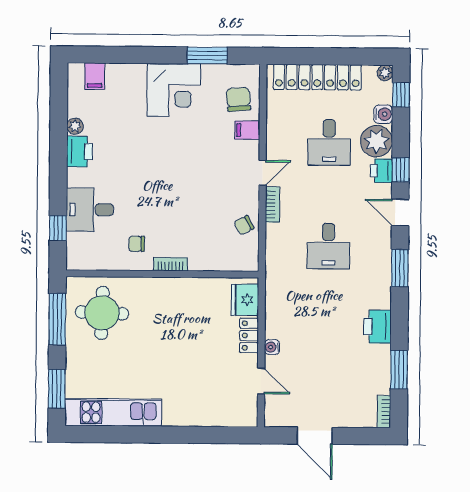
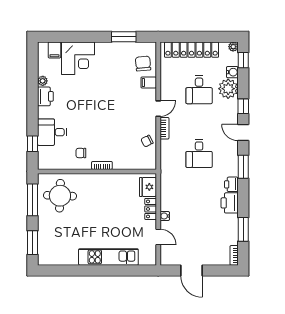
corner desk: (174, 90) -> (78, 58), moved
printer: (381, 171) -> (231, 184), moved
kitchen unit: (113, 412) -> (108, 257), moved

